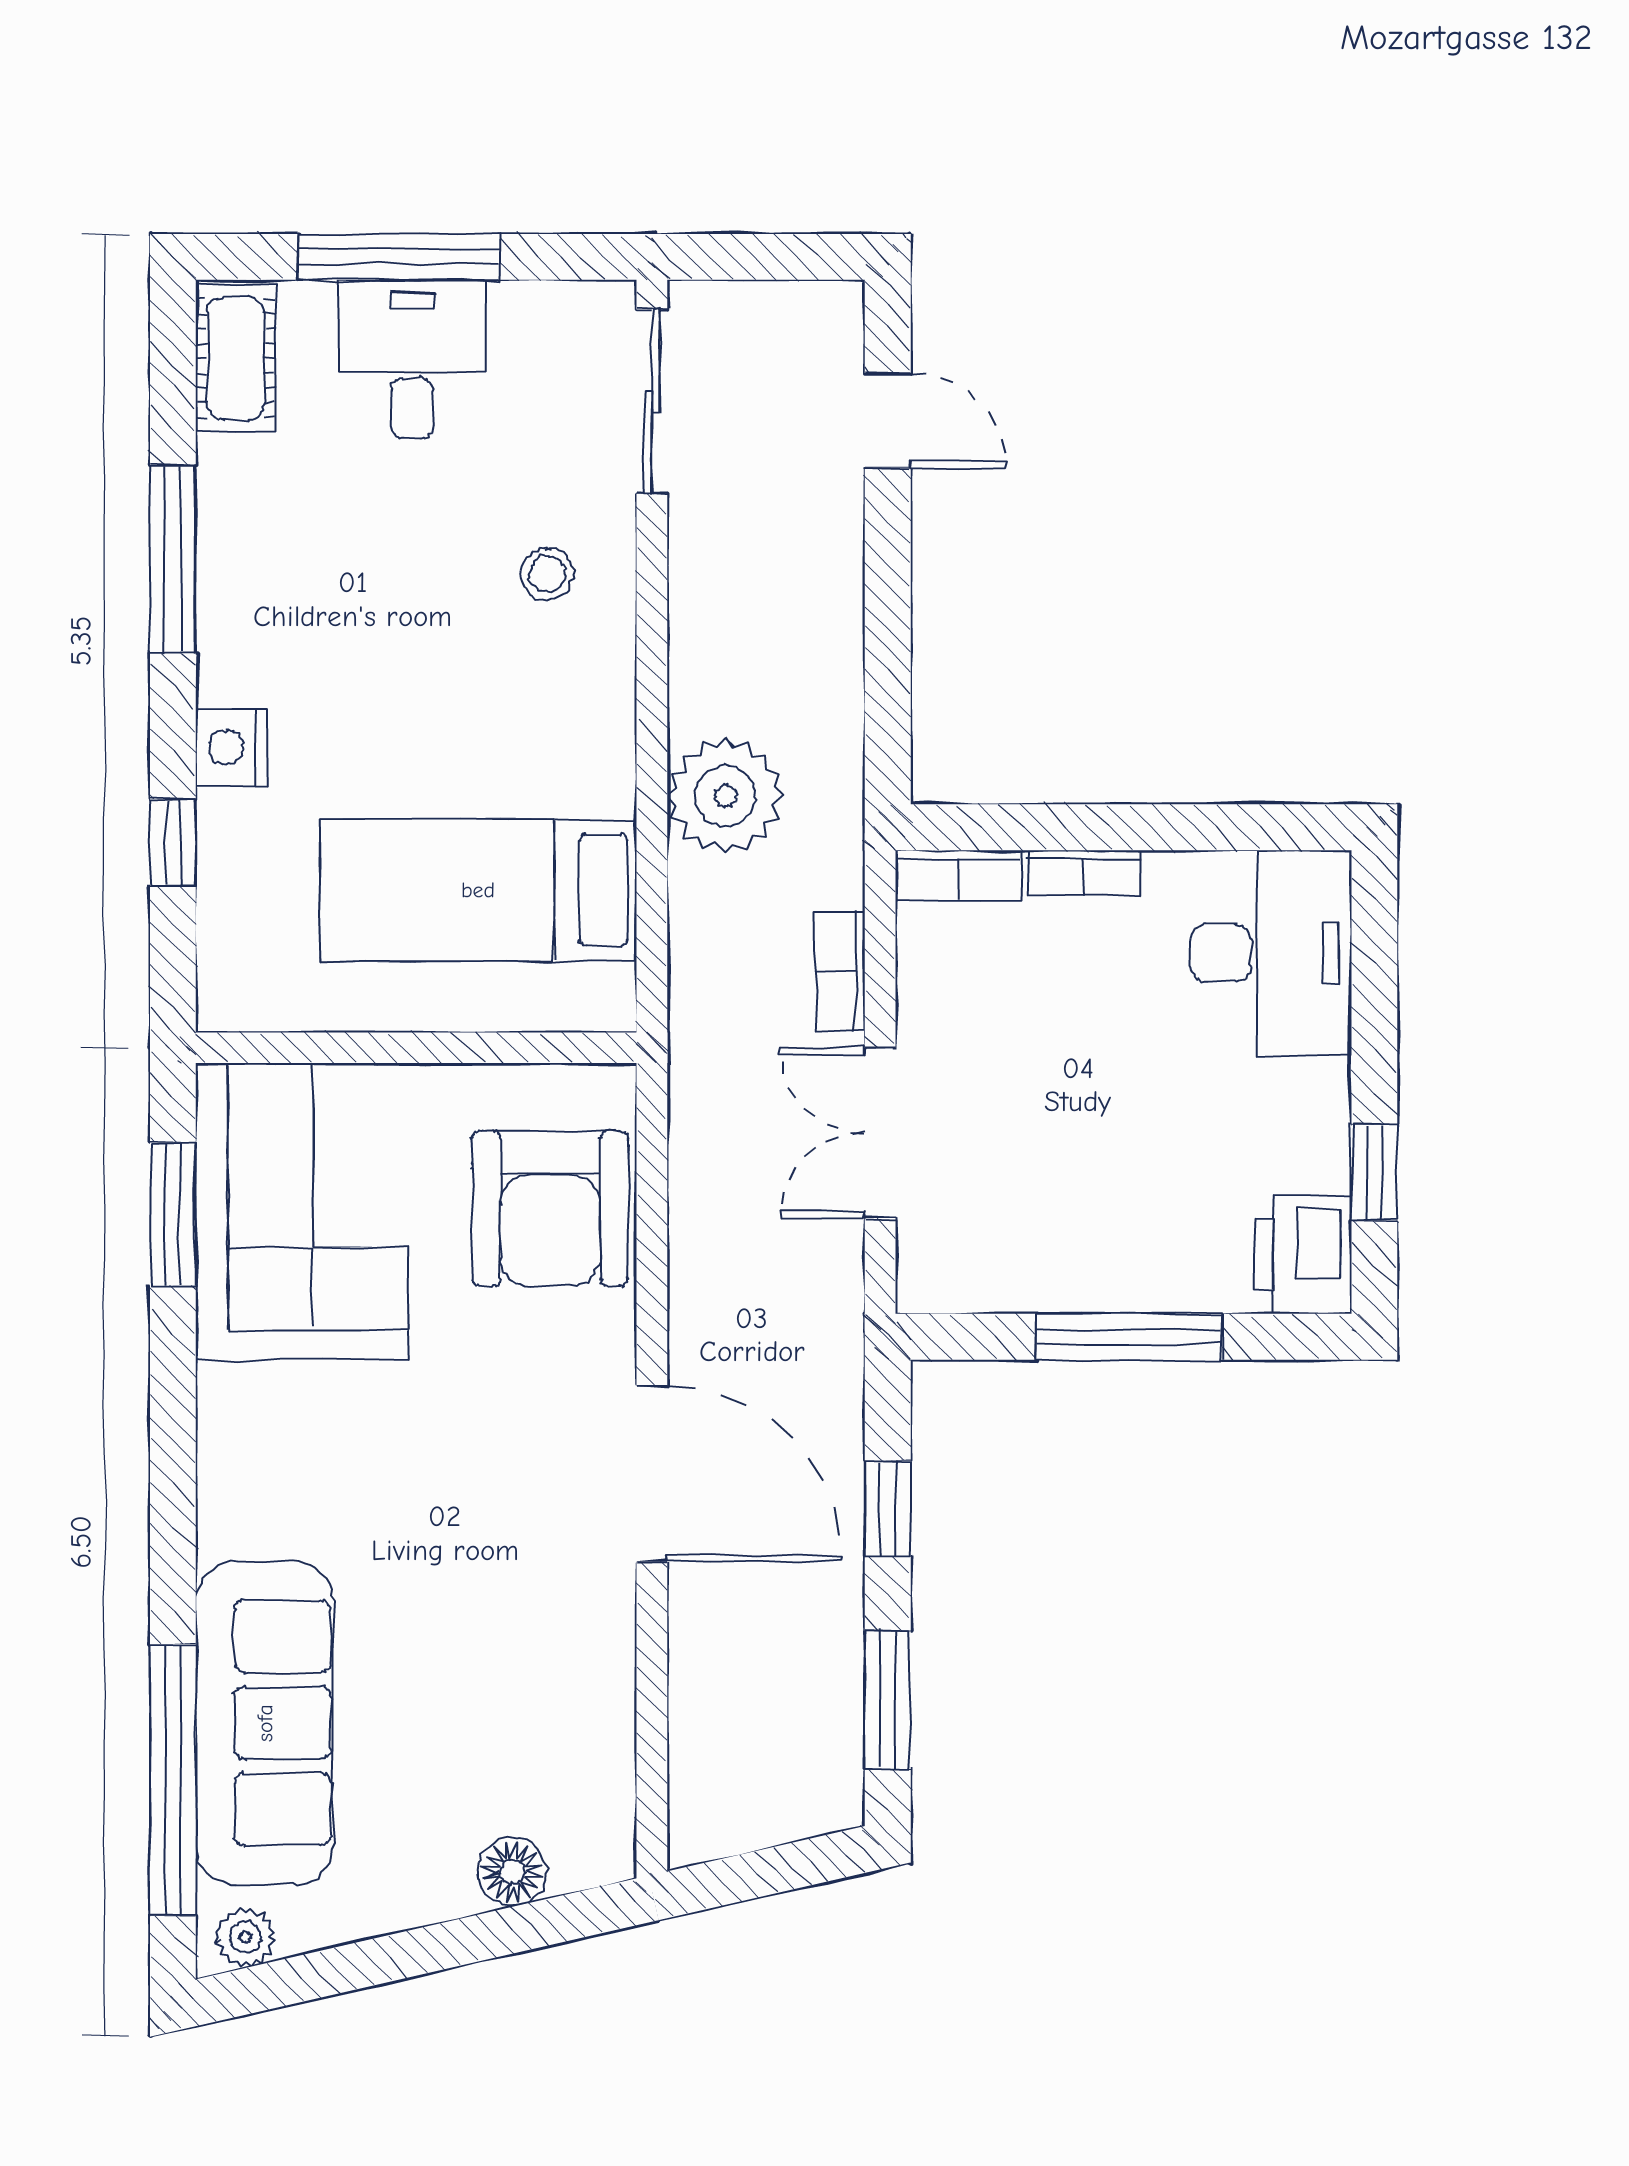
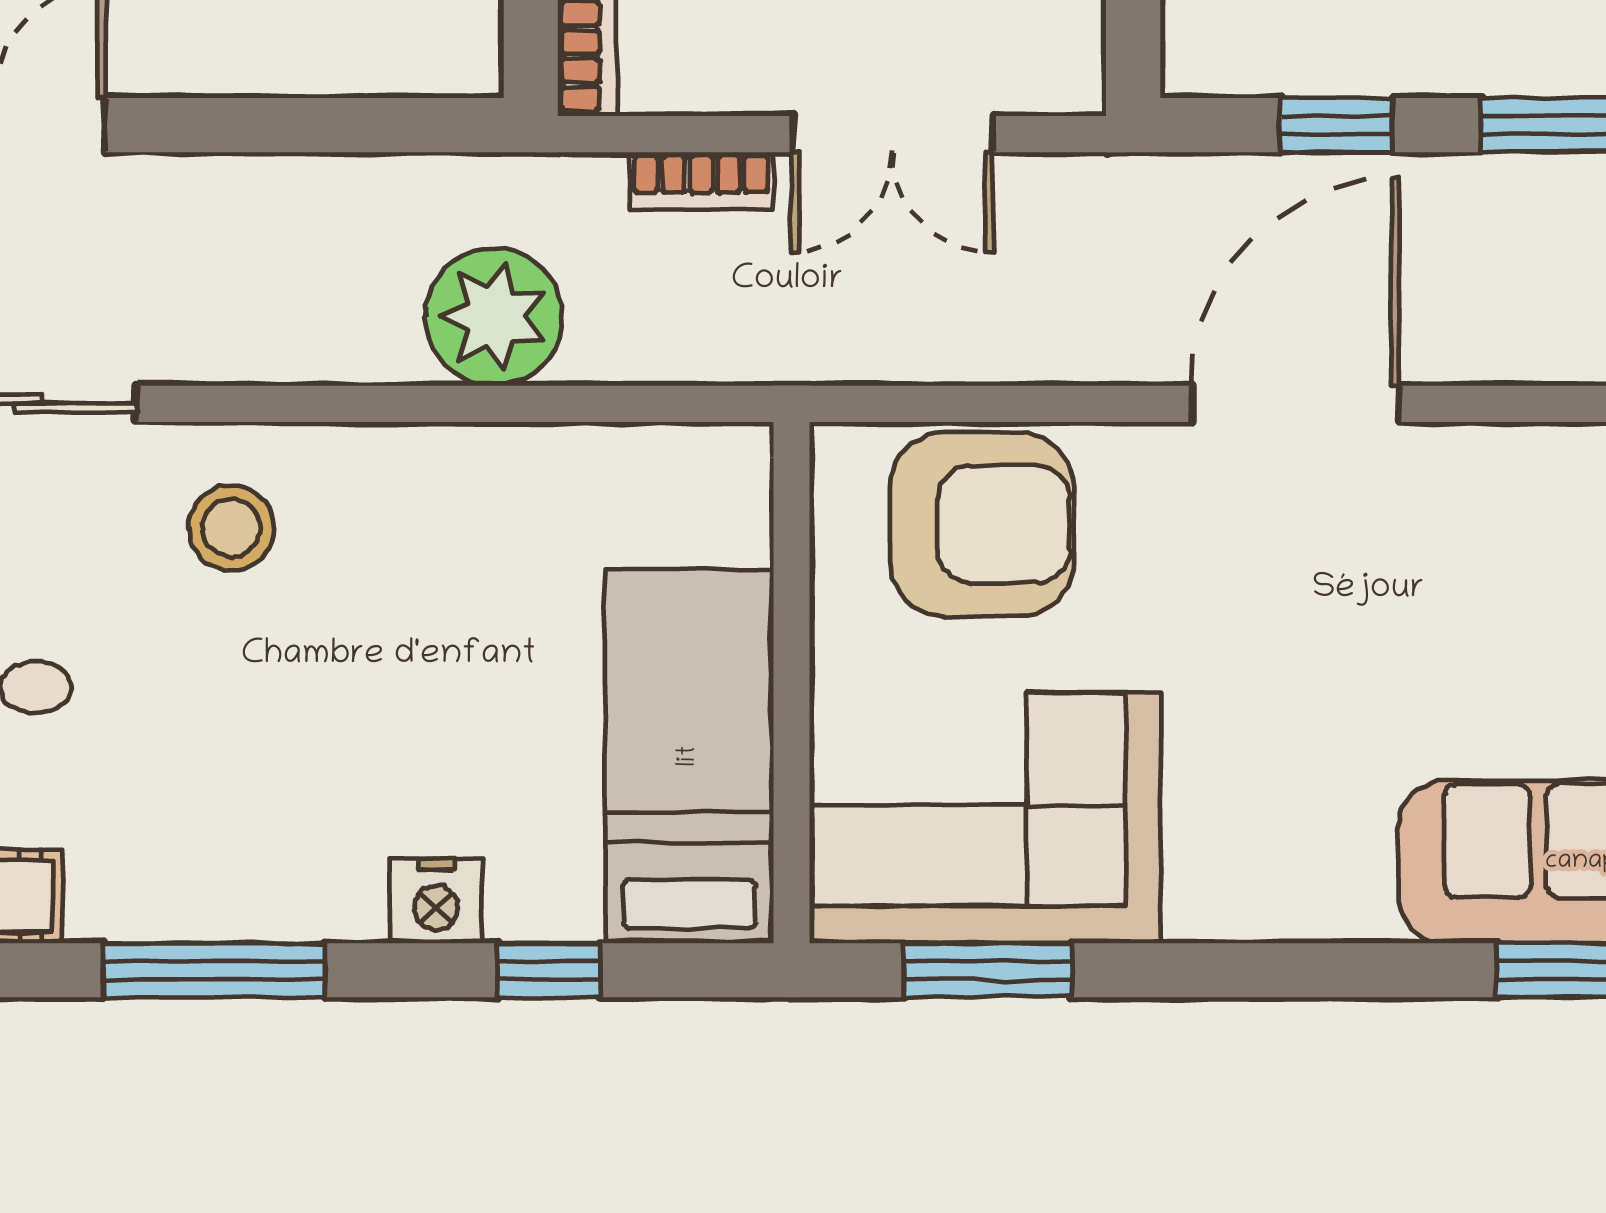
stool: (547, 574) -> (231, 528), width x1.37, depth x1.37
bed: (478, 890) -> (689, 756), moved, turned 180

